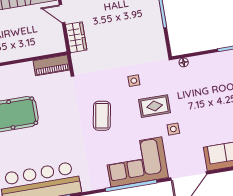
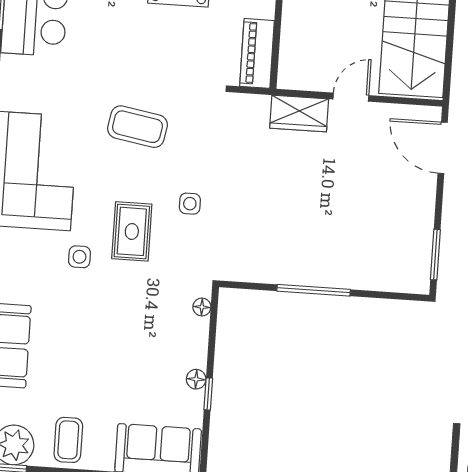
floor lamp: (220, 57) -> (196, 379), added

